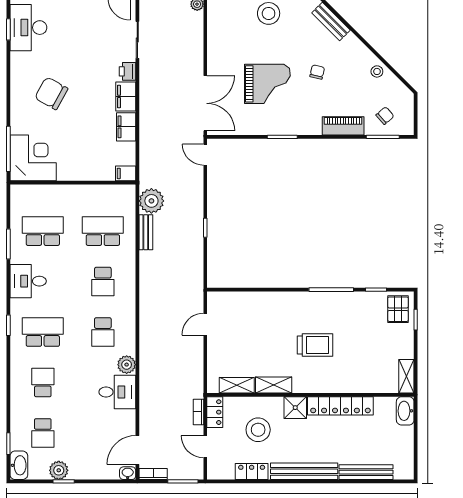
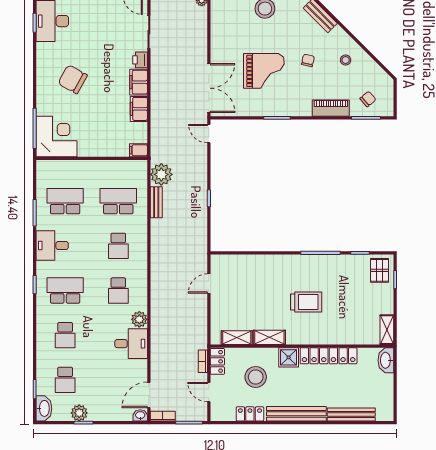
stool: (377, 71) -> (346, 60), moved
school desk: (43, 382) -> (65, 335), turned 180

